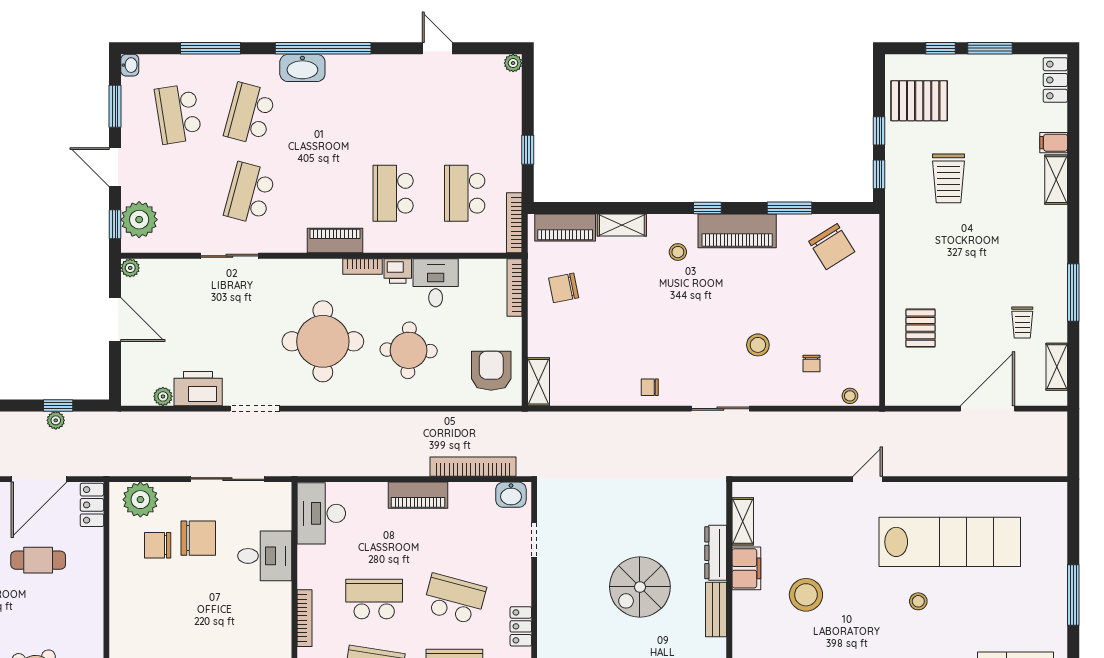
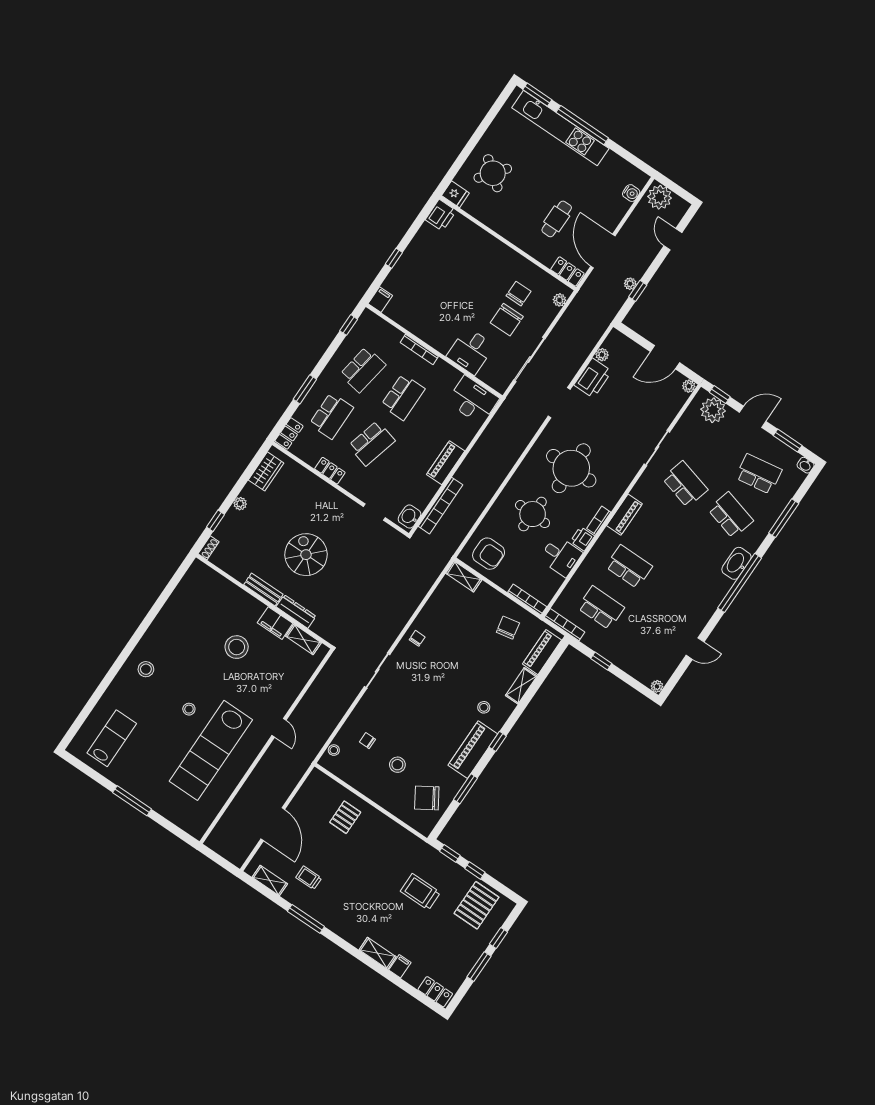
pallet: (921, 328) -> (345, 817), turned 90
stool: (758, 345) -> (397, 765), moved
plant: (140, 500) -> (559, 300), width x0.53, depth x0.53

